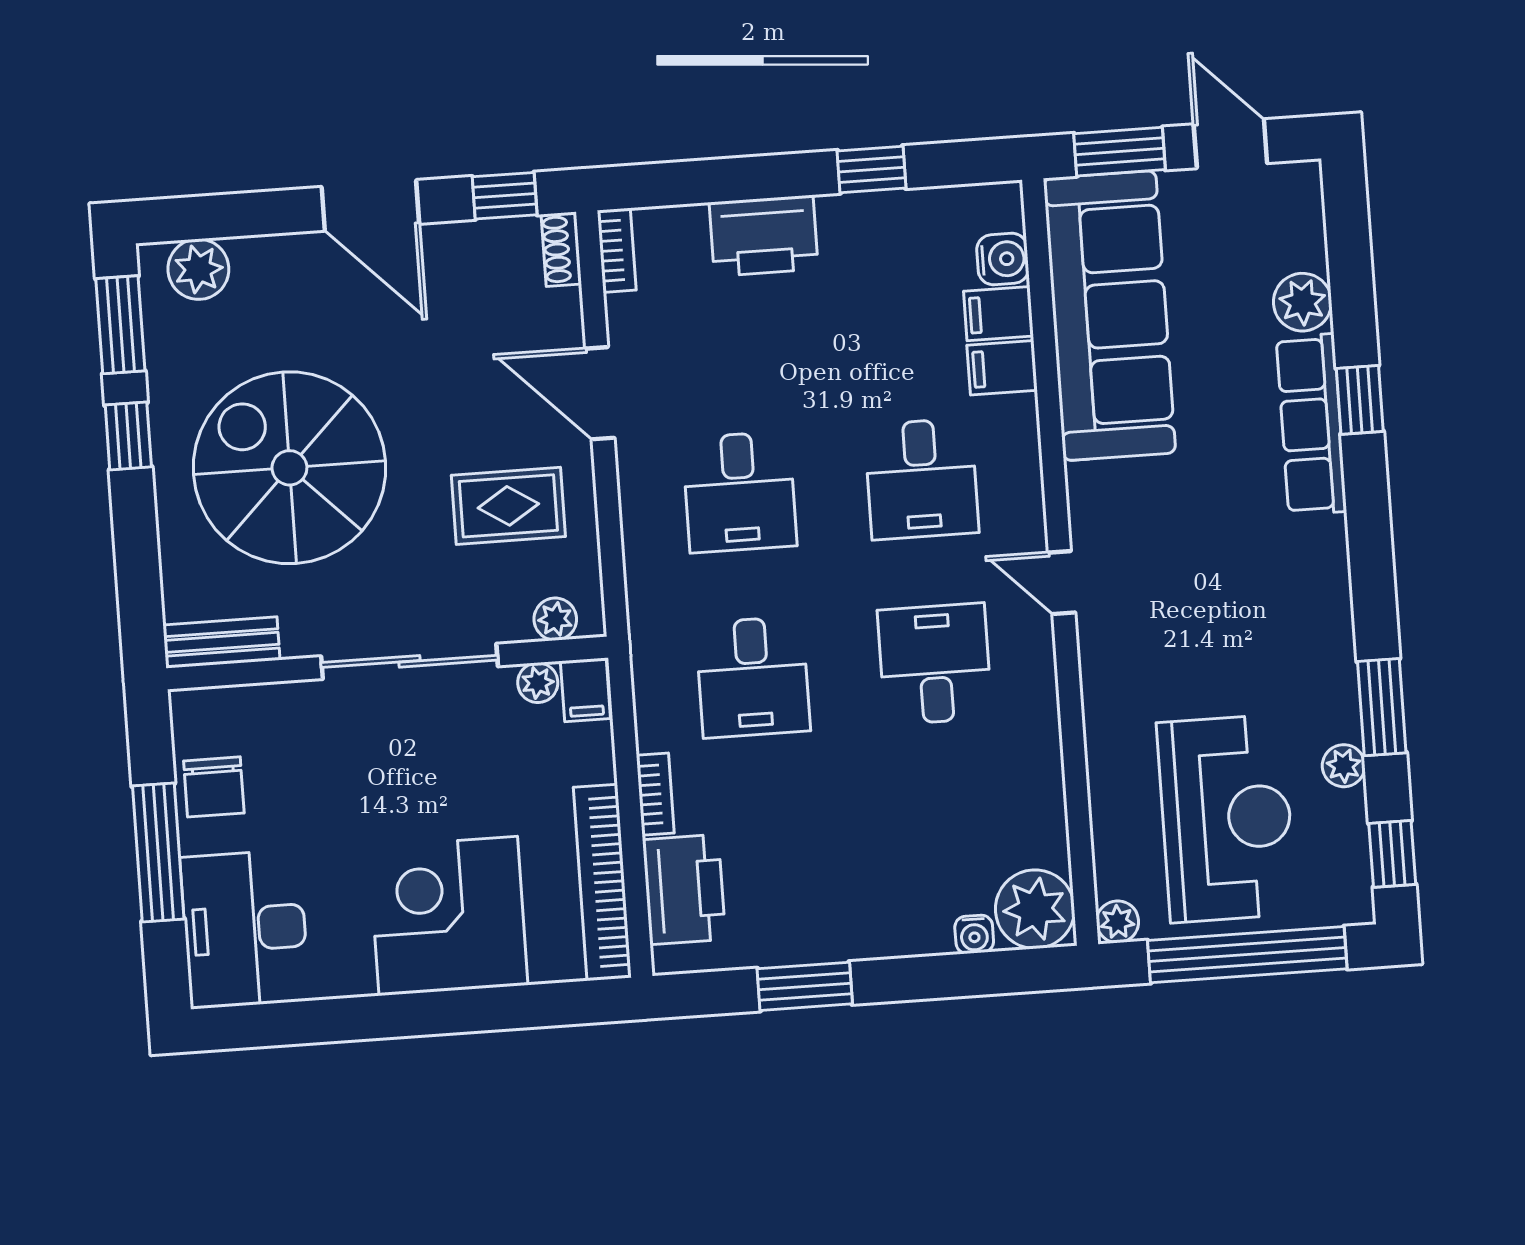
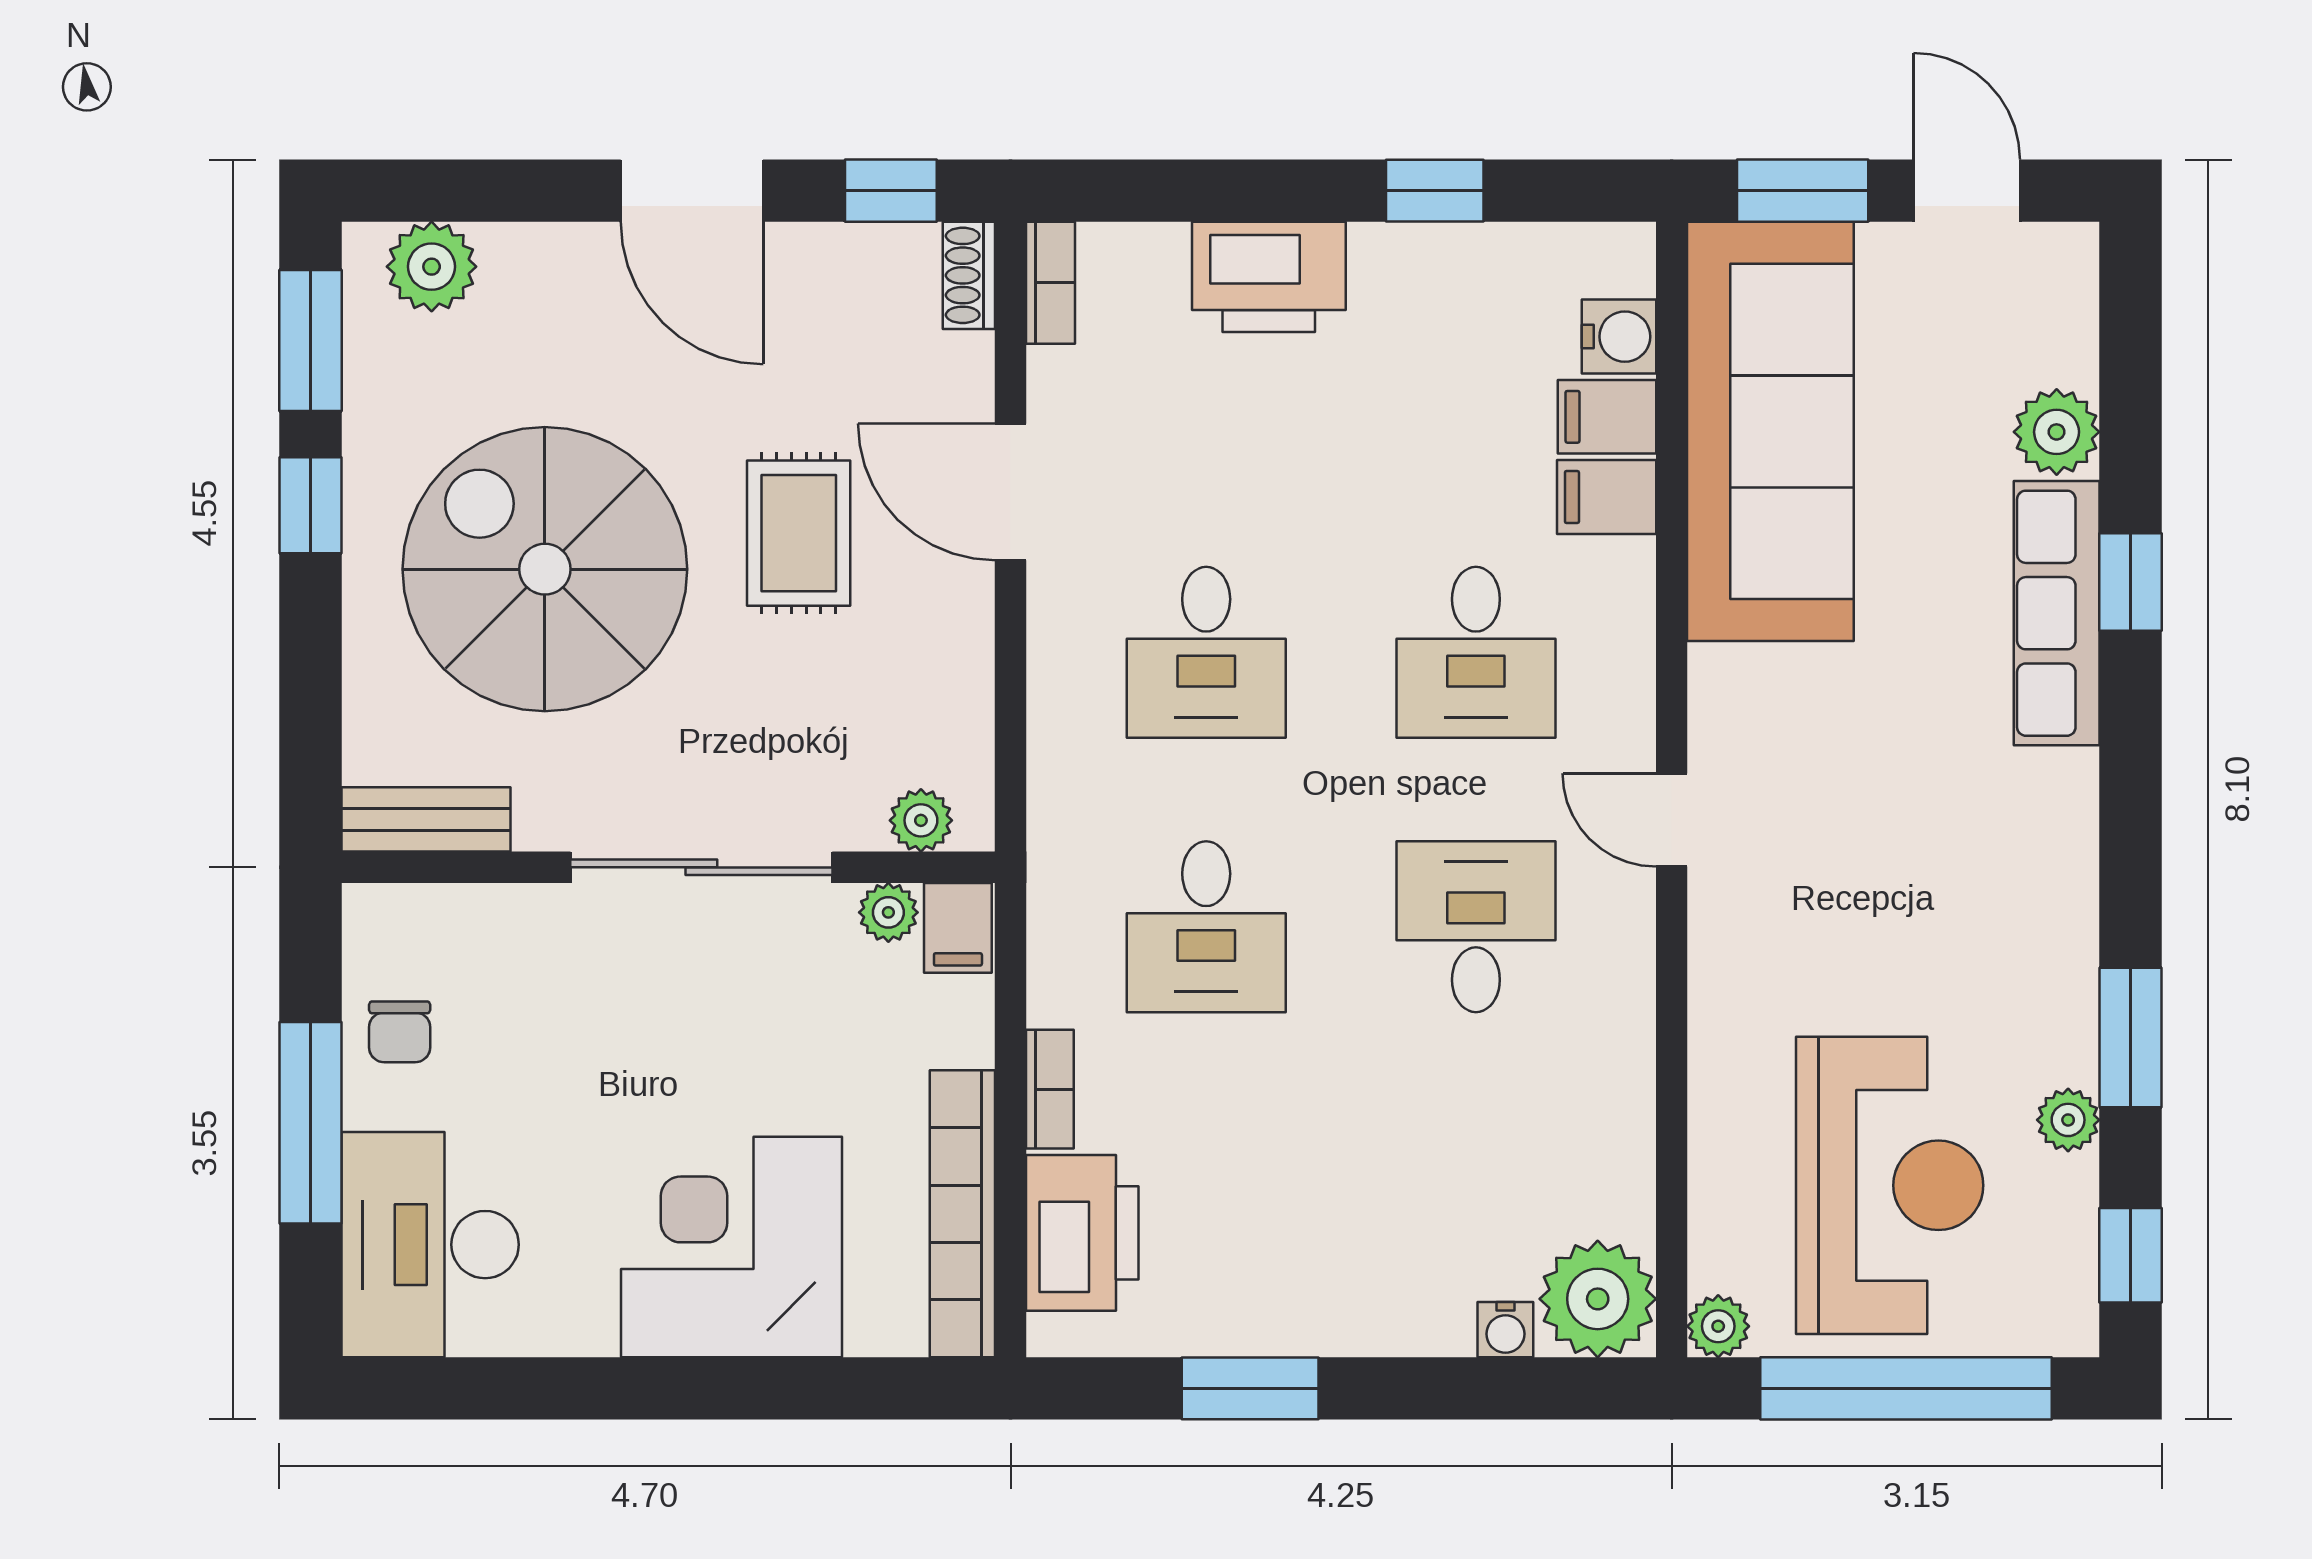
rug: (508, 506) -> (799, 533), moved, turned 90
chair: (214, 787) -> (400, 1032), width x0.73, depth x0.73

